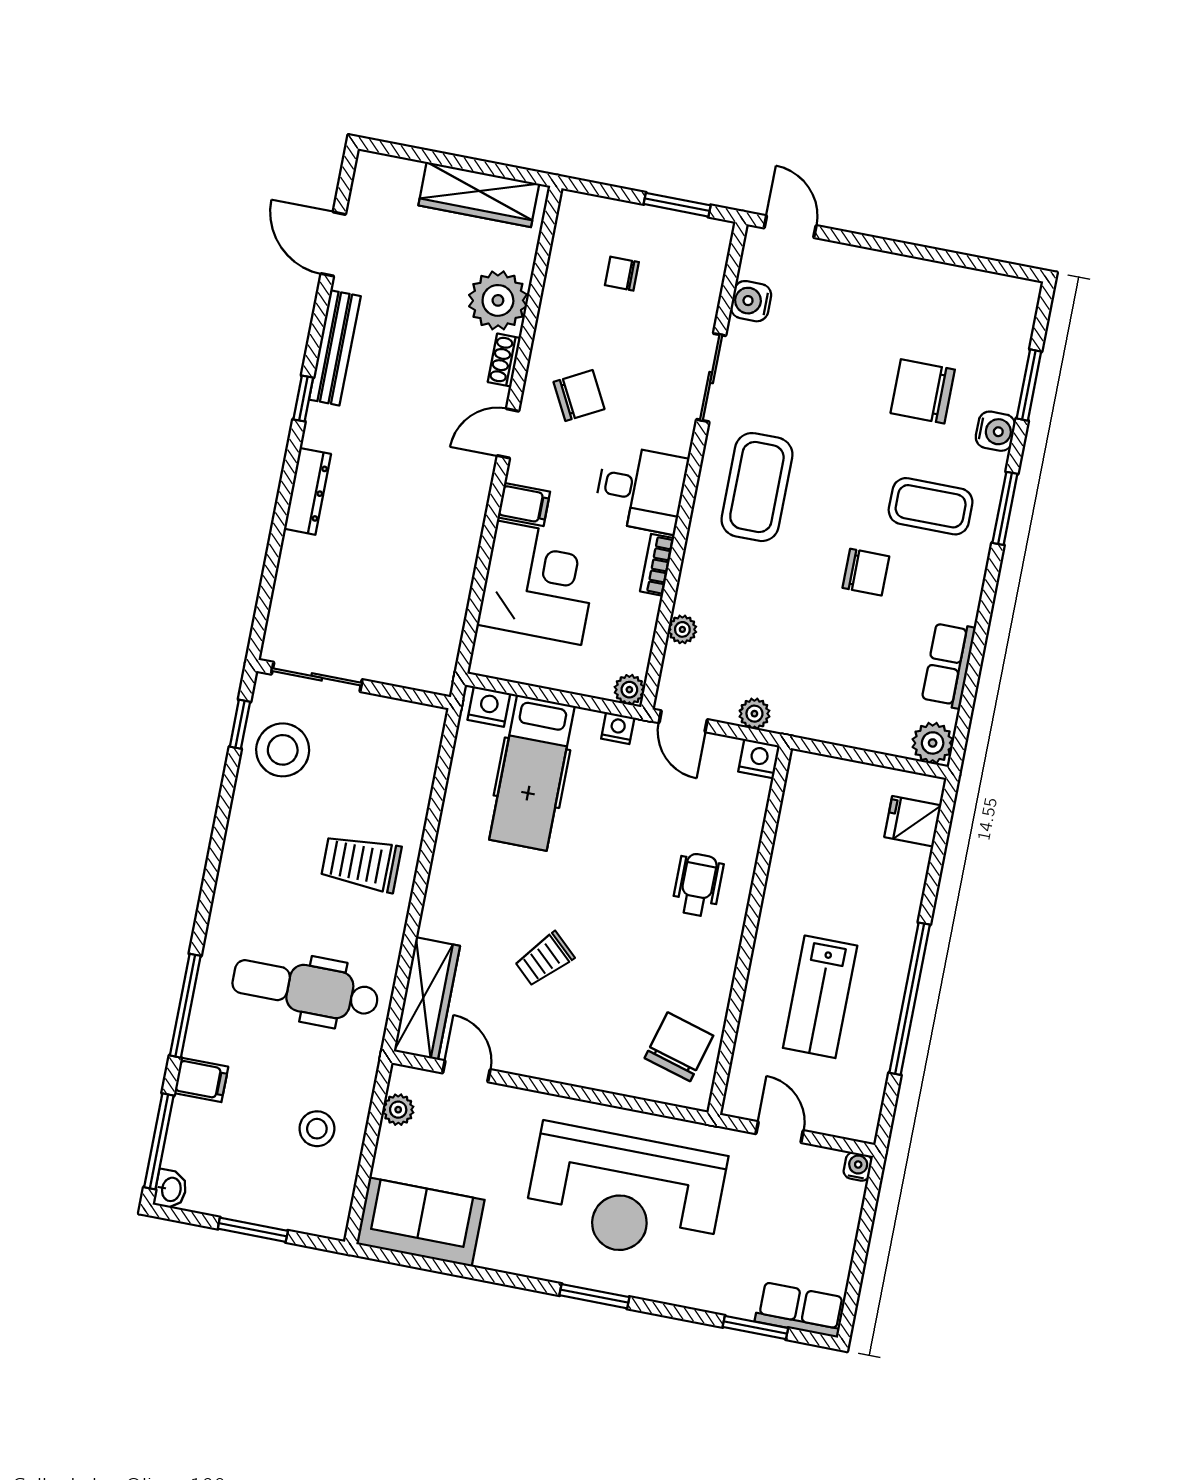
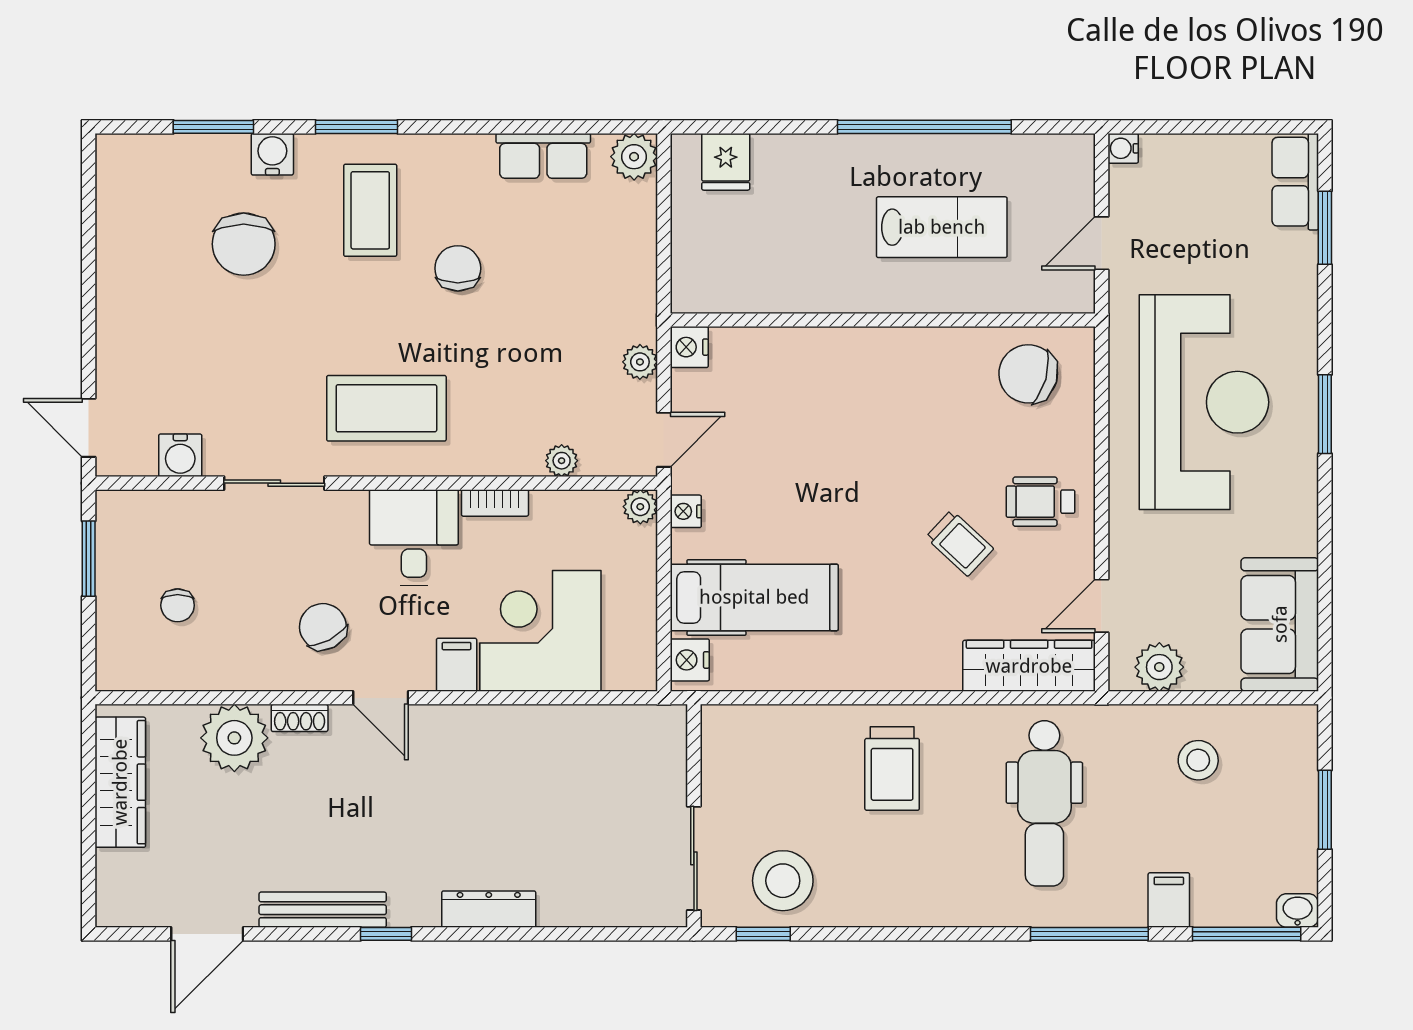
door: (790, 227) -> (89, 428), hinge flipped
wheelchair: (698, 885) -> (1040, 502), moved
plant: (398, 1110) -> (1159, 667), width x1.38, depth x1.38

